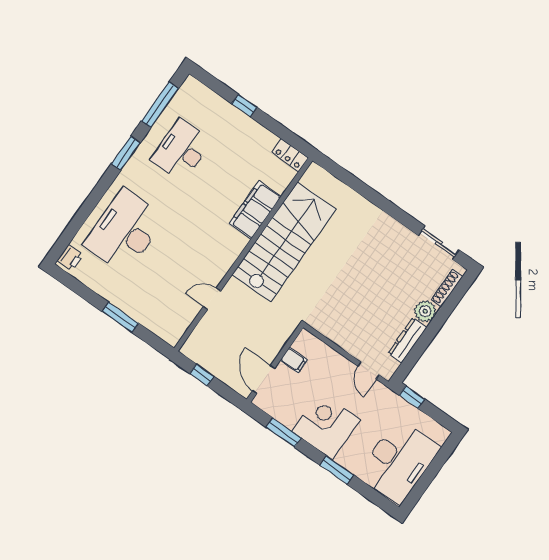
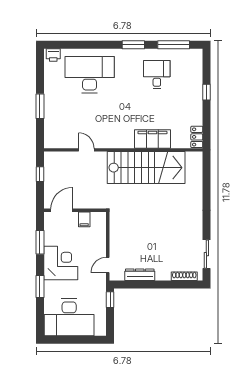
desk: (181, 150) -> (157, 75), width x0.73
plant: (425, 311) -> (163, 273), removed

